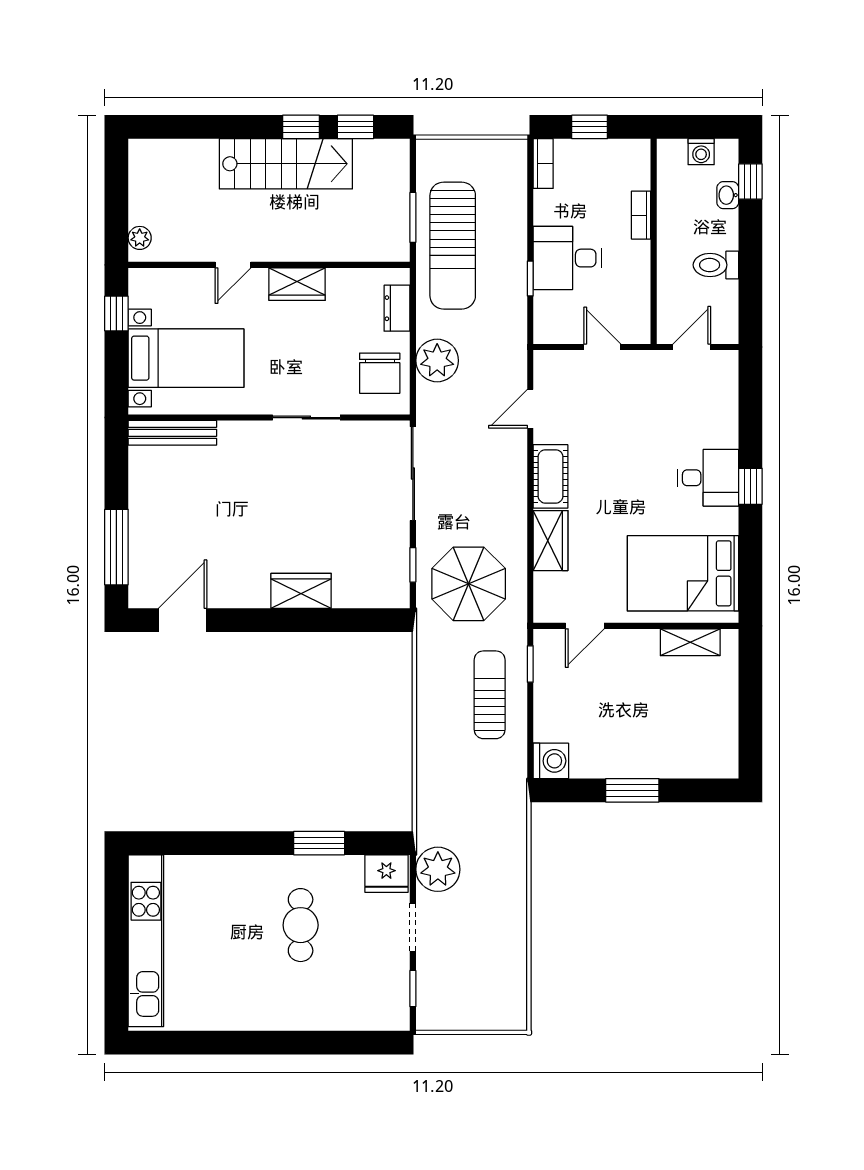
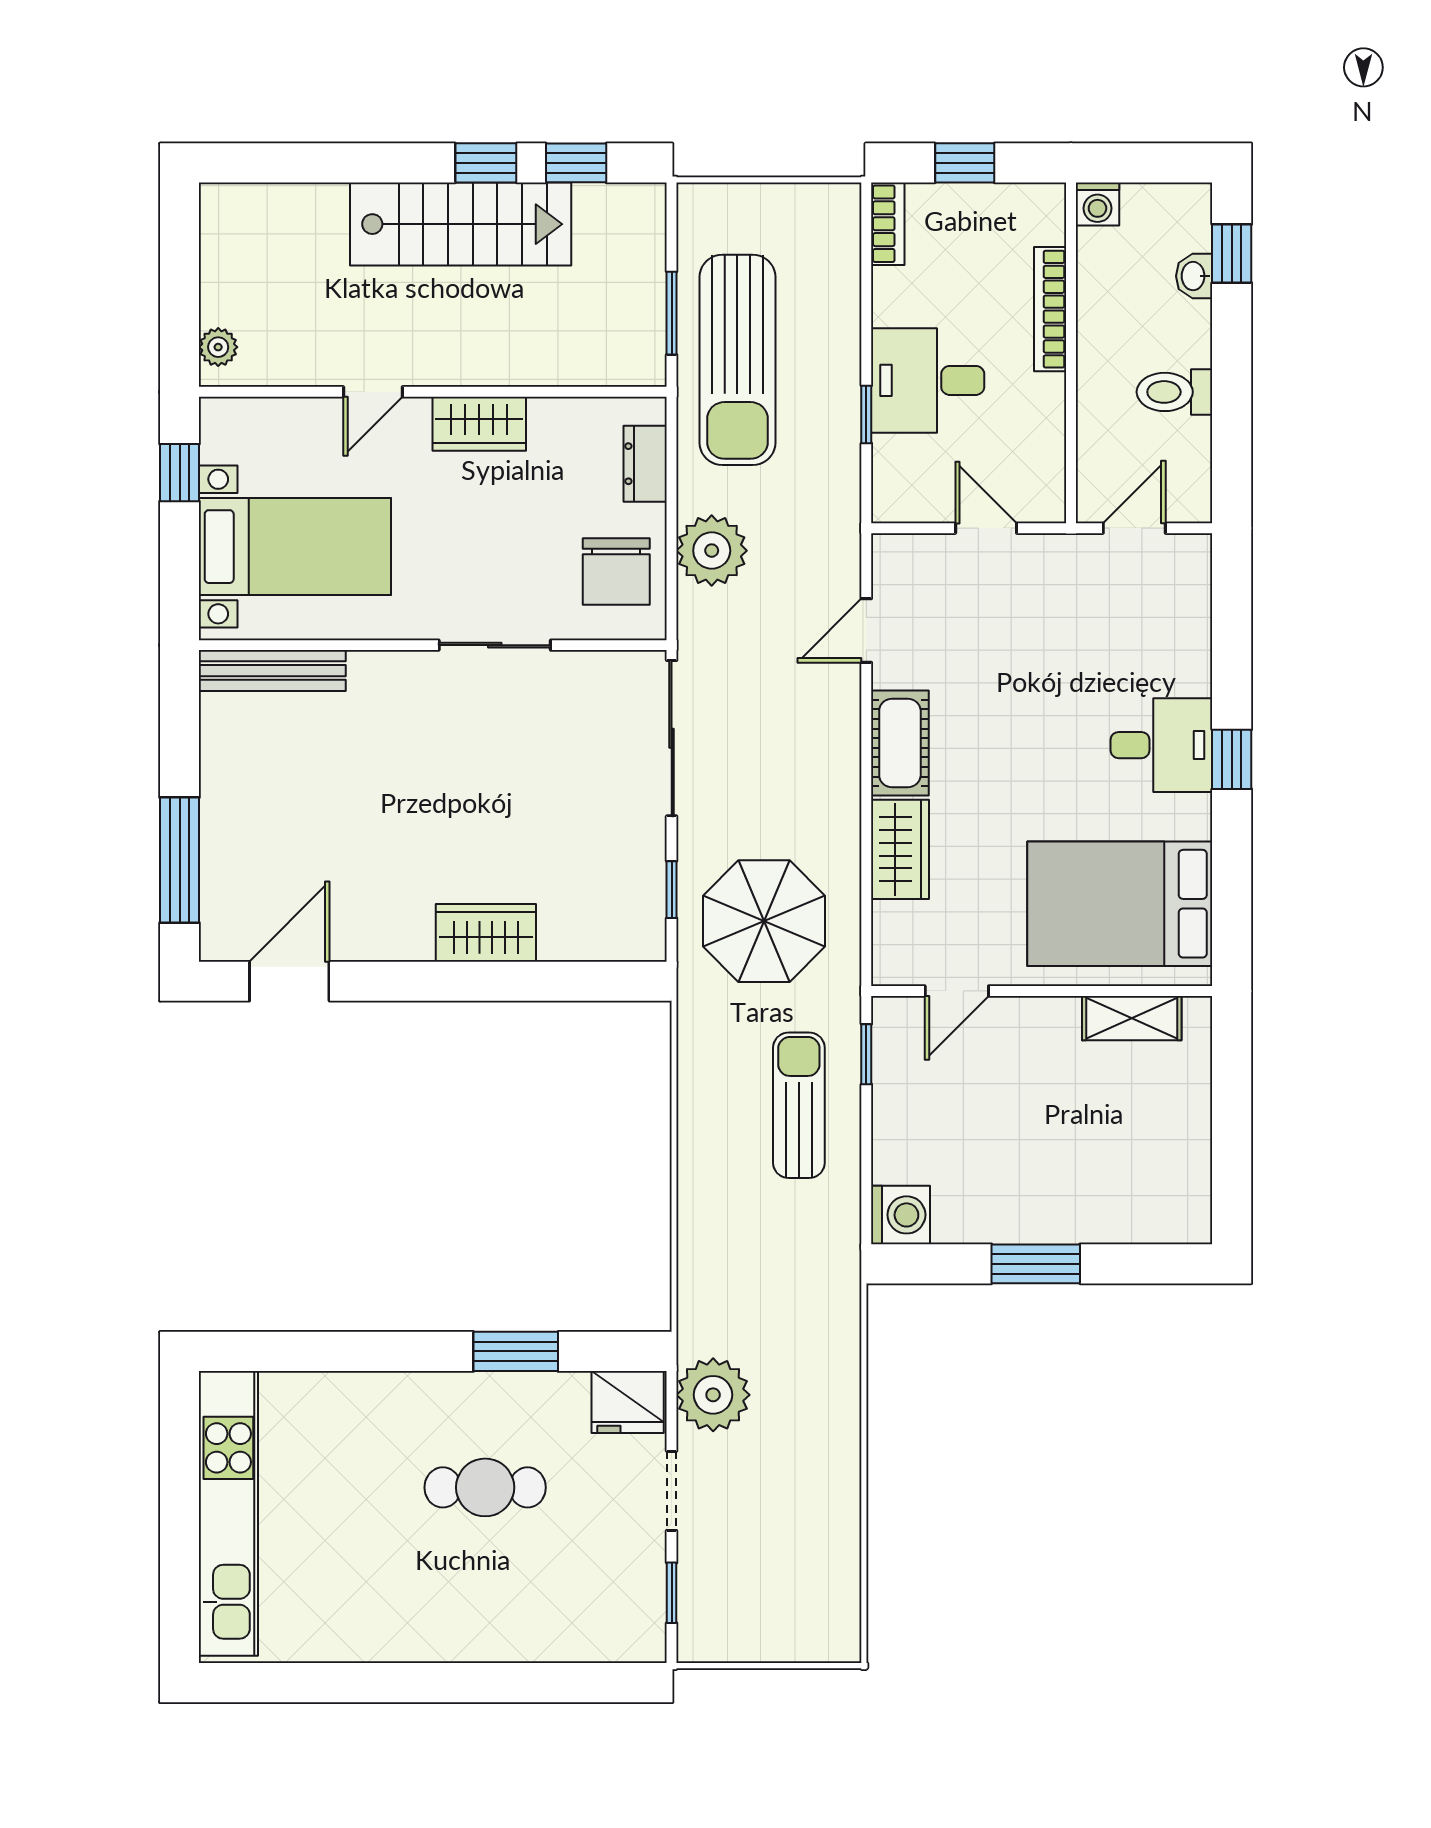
washing machine: (701, 152) -> (1097, 204), moved
bookcase: (641, 215) -> (1050, 309), width x1.56
cafe table: (301, 925) -> (485, 1487), turned 90

